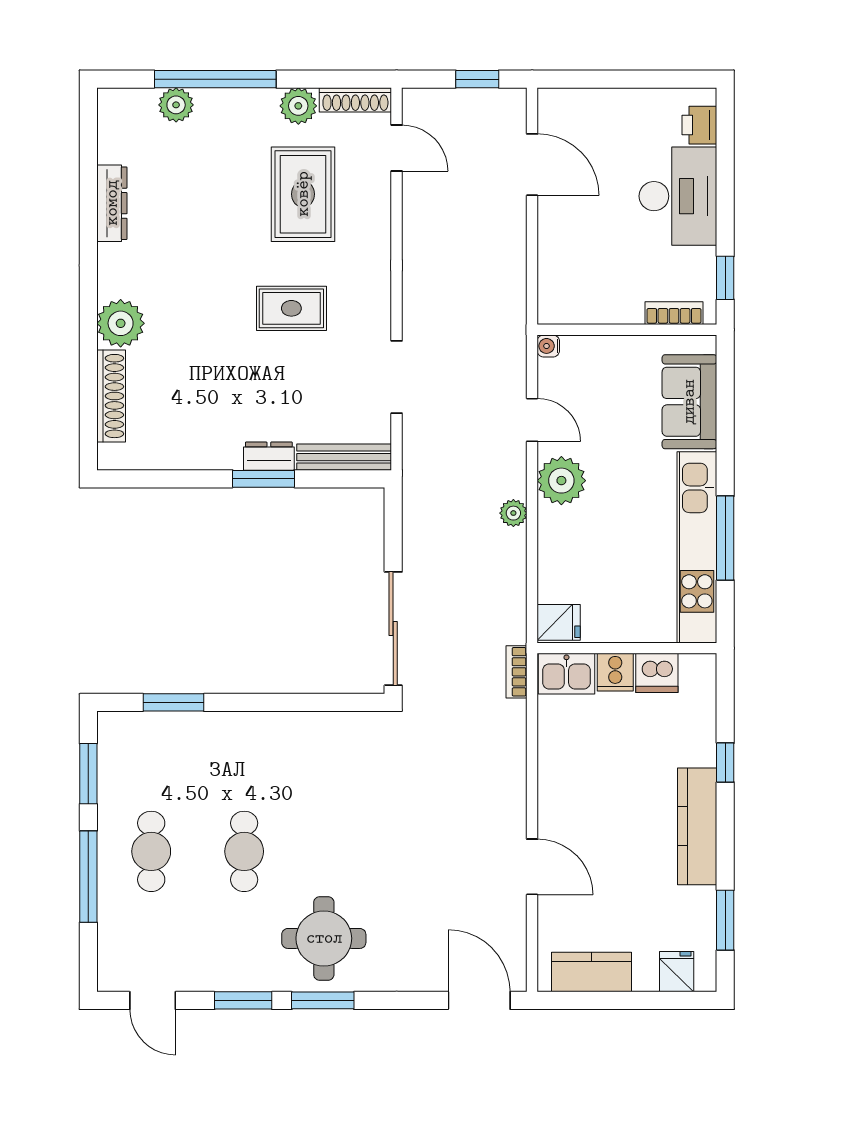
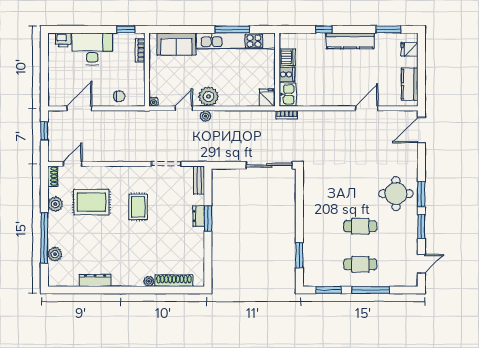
shoe rack: (355, 100) -> (53, 176), width x0.70
chair: (562, 262) -> (119, 96), added
plant: (121, 323) -> (149, 281), width x0.53, depth x0.53
bench: (344, 457) -> (199, 180), width x0.73
plant: (513, 513) -> (206, 116), moved

